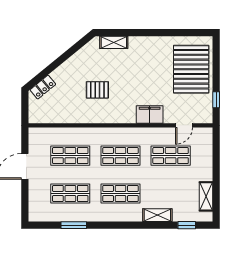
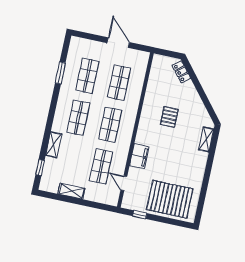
shelving: (206, 196) -> (72, 191), moved

